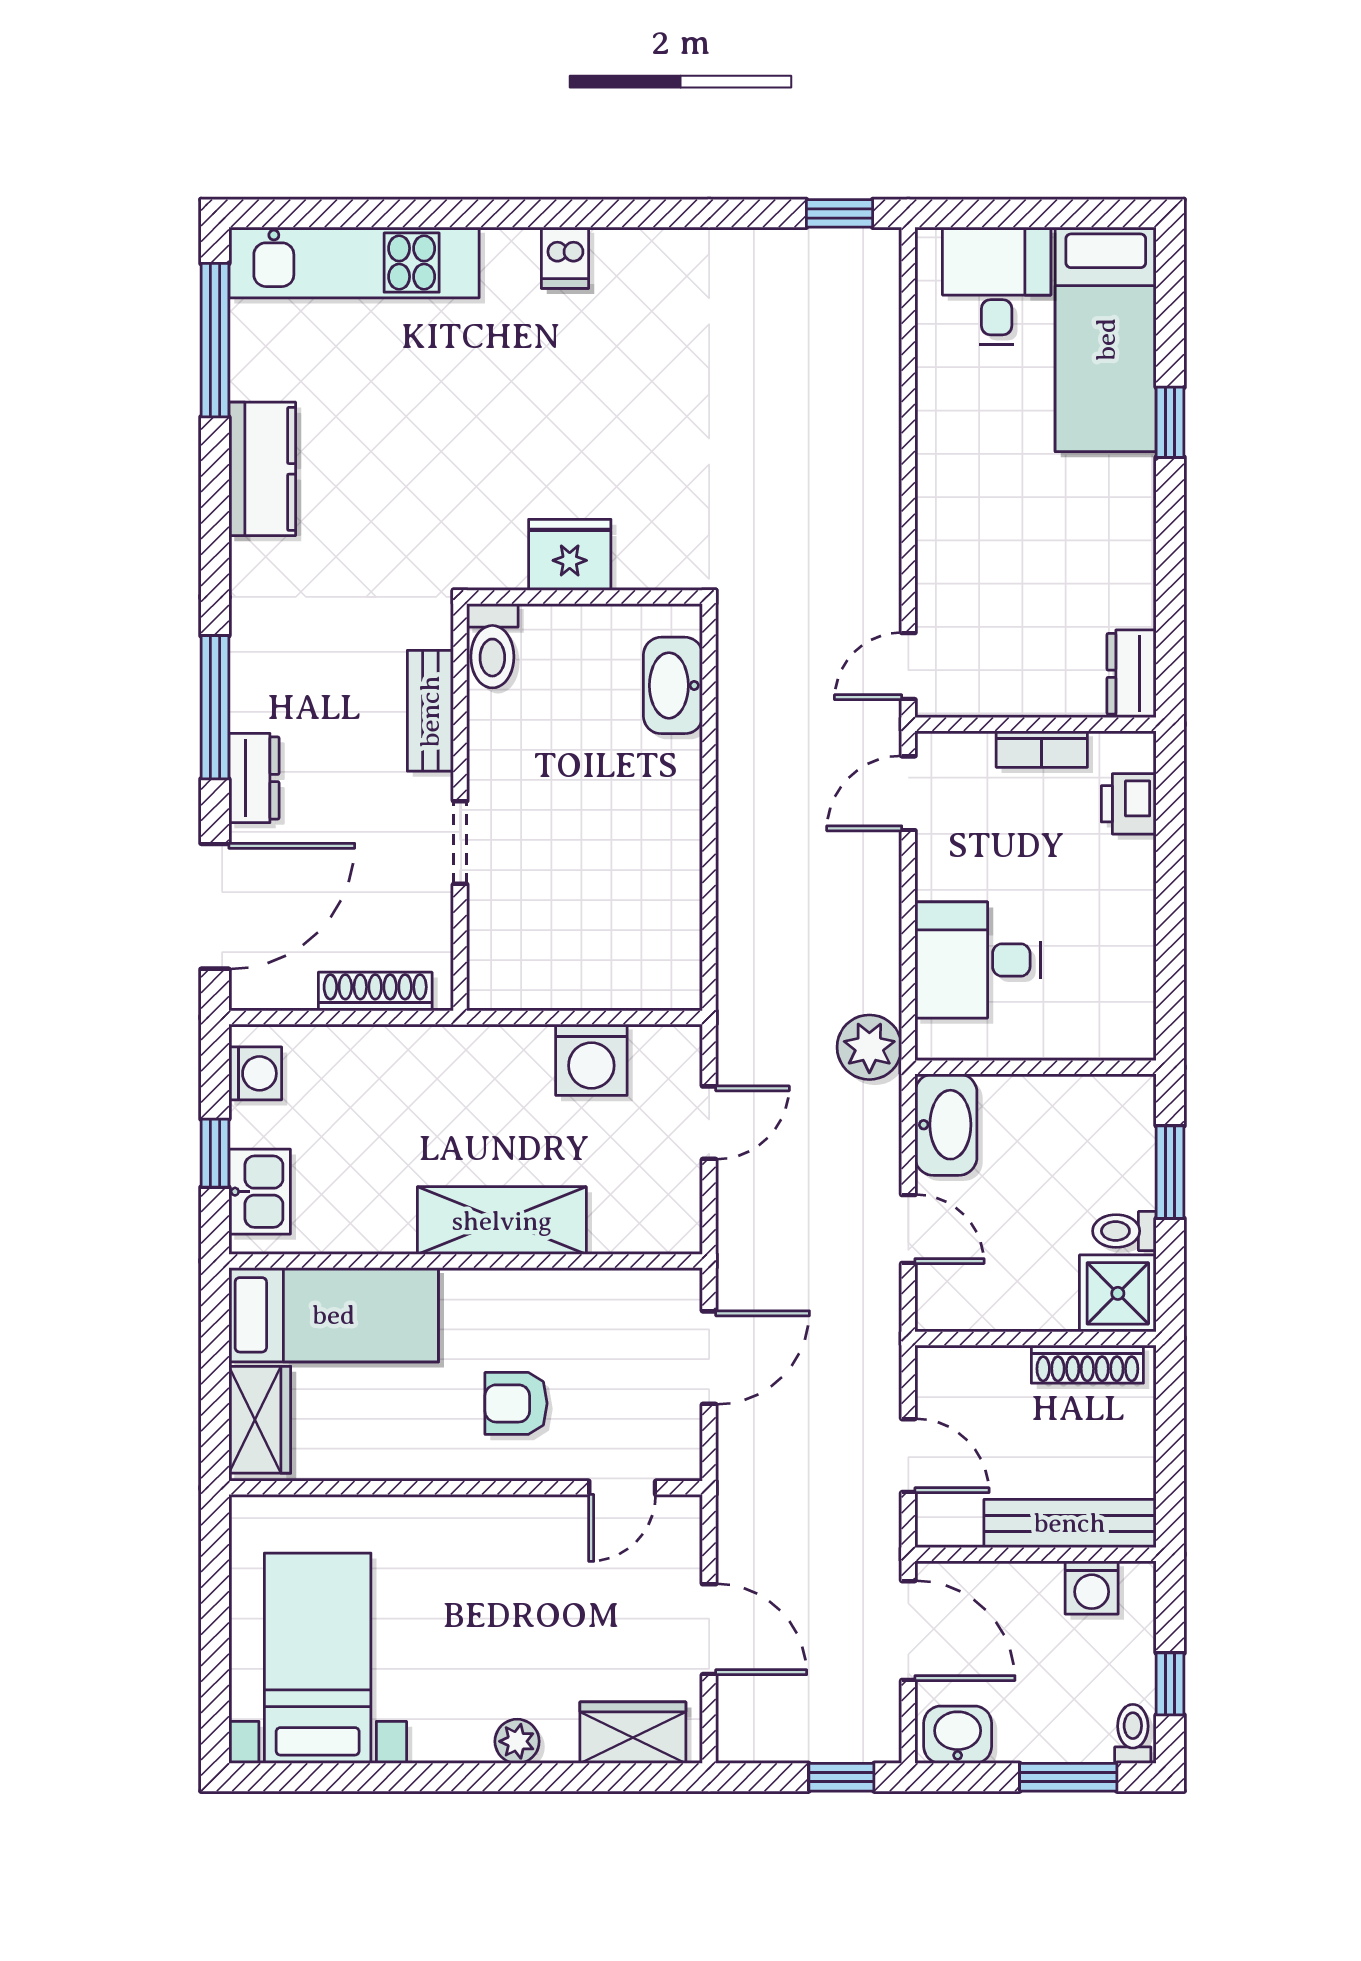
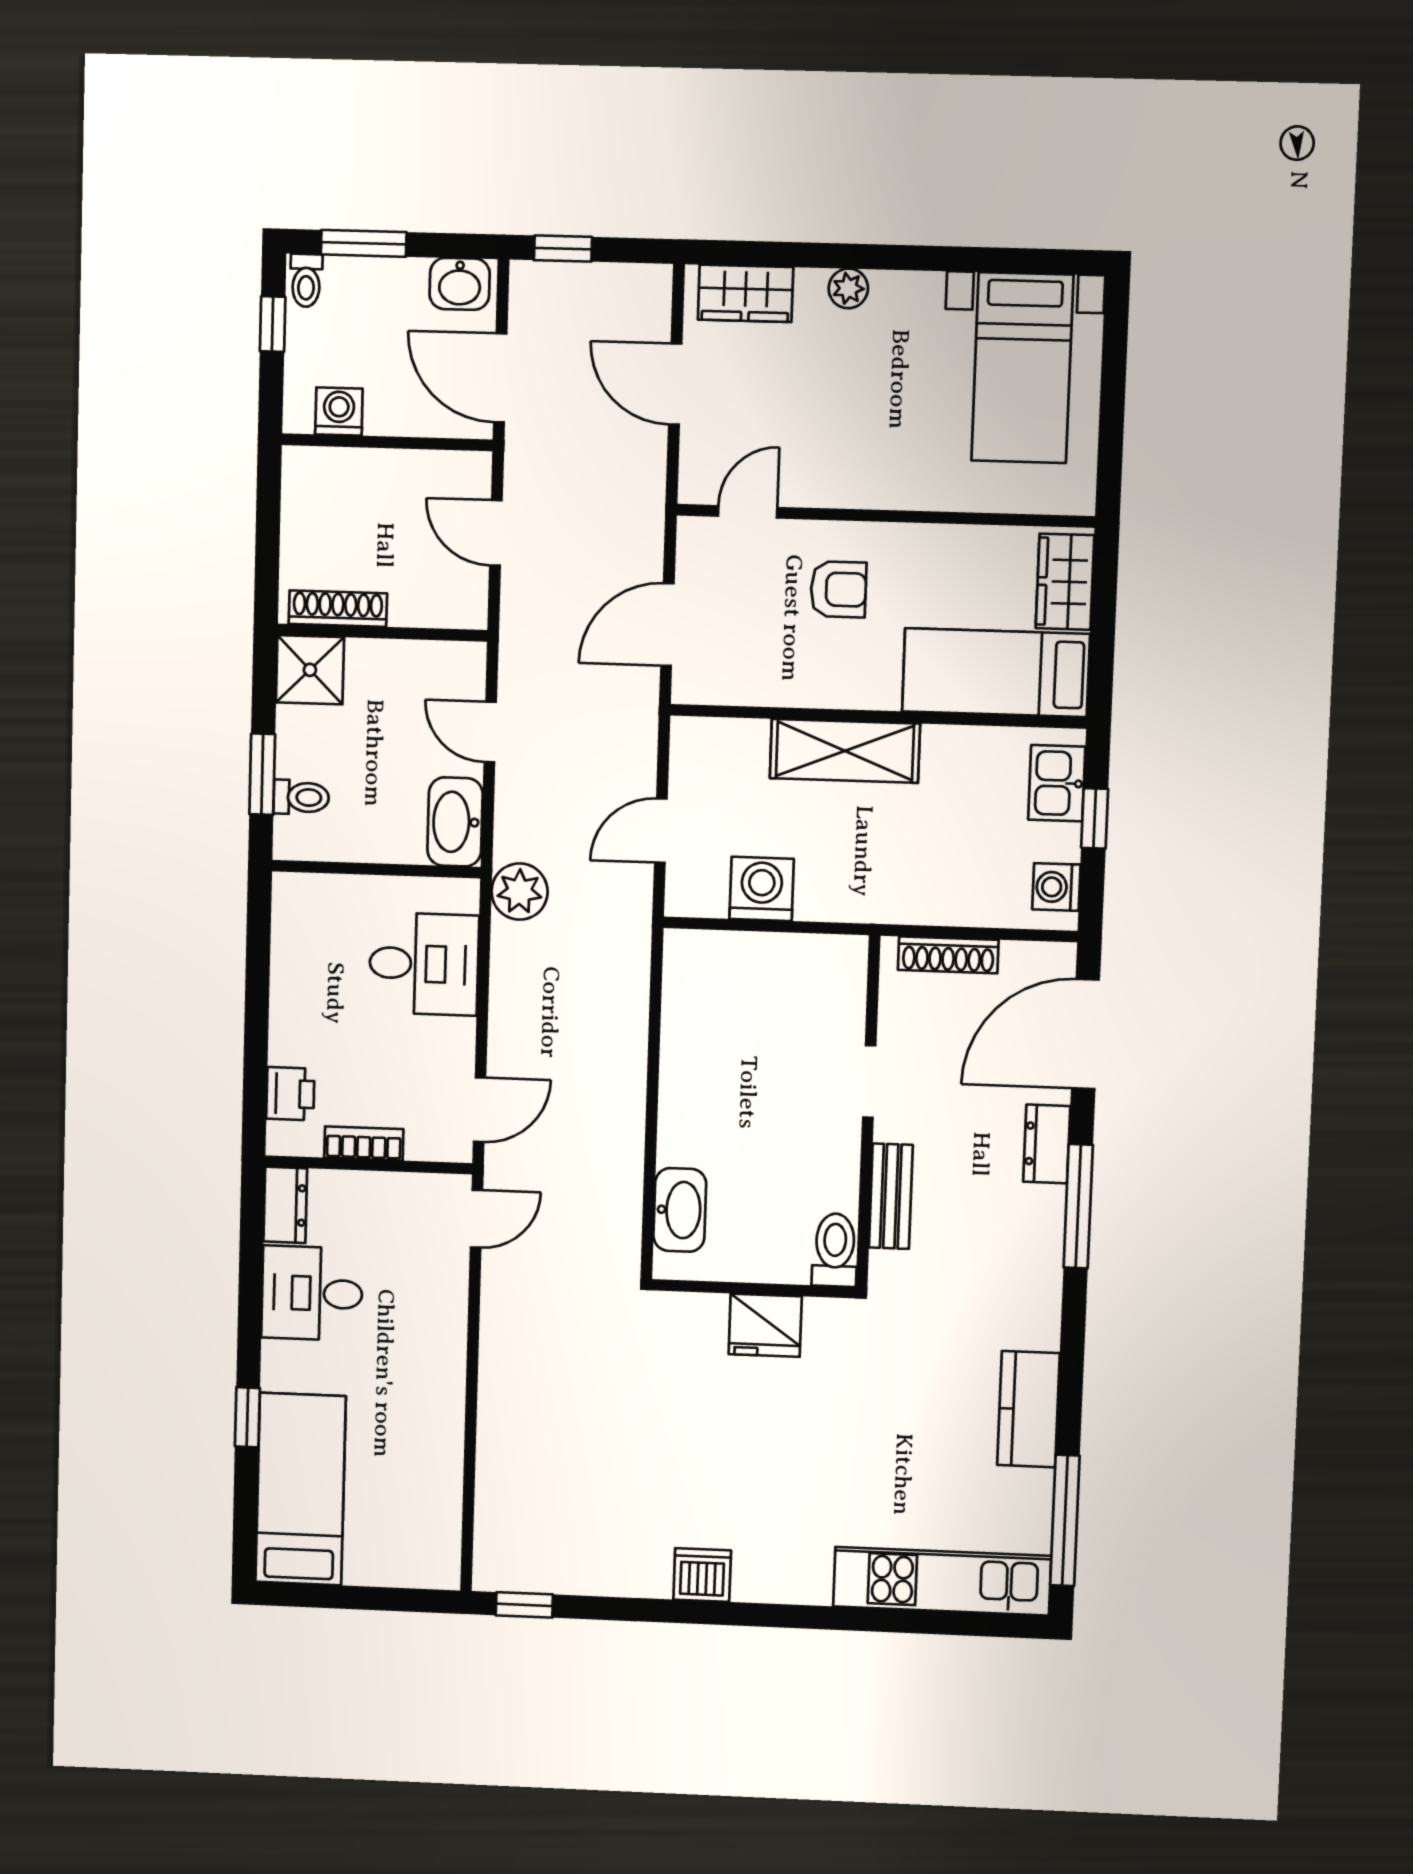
dishwasher: (565, 258) -> (702, 1575), moved, width x1.38
desk: (997, 286) -> (312, 1293), moved, turned 90
toilet: (1124, 1231) -> (301, 797), moved
bench: (1070, 1523) -> (356, 469), removed

